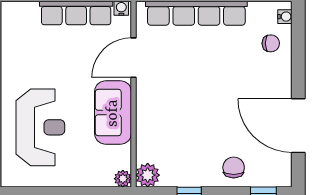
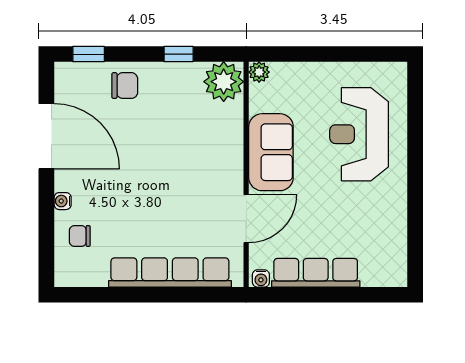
water cooler: (285, 17) -> (63, 201), moved
chair: (234, 168) -> (125, 86), turned -90
plant: (148, 175) -> (224, 82), width x1.36, depth x1.36

